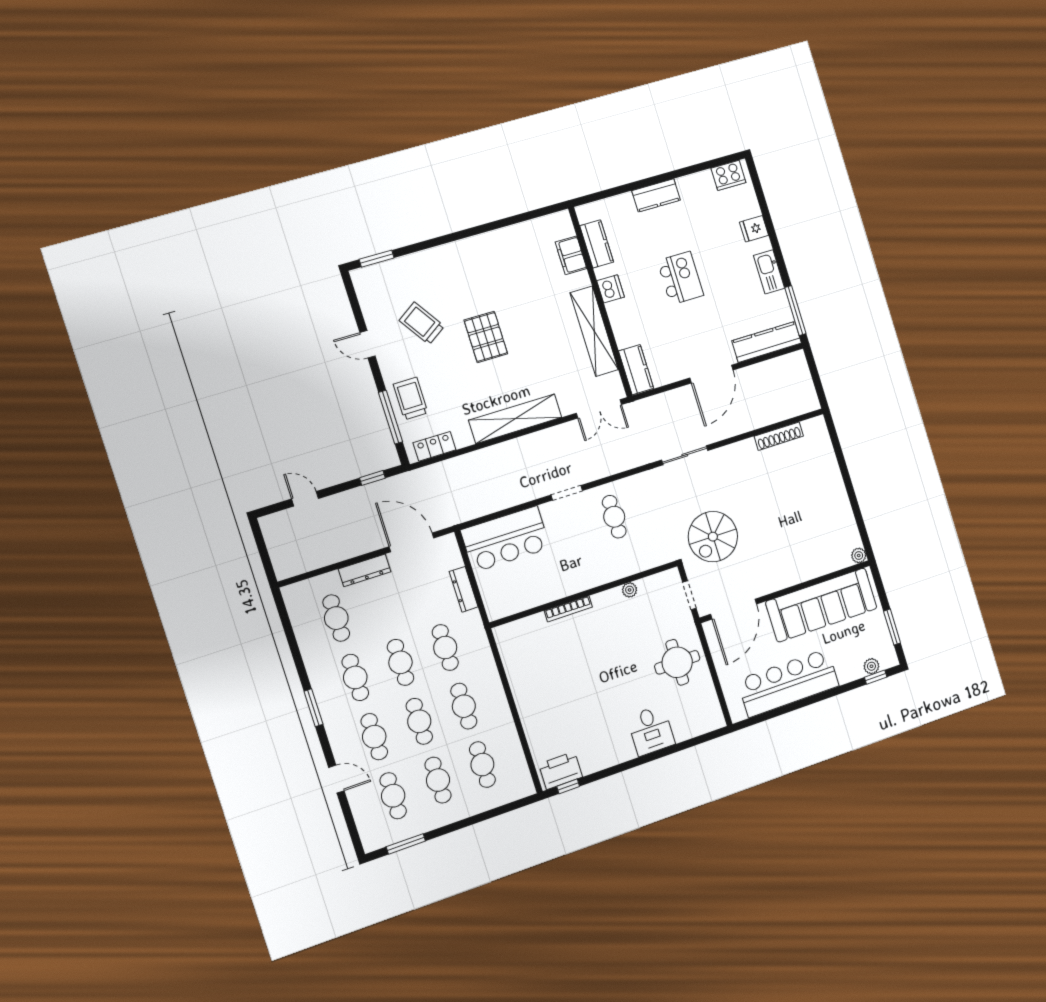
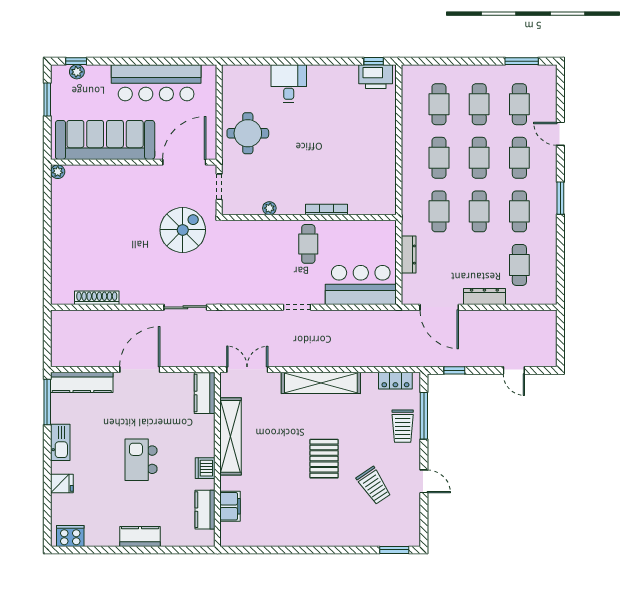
cafe table: (614, 517) -> (308, 244), moved

